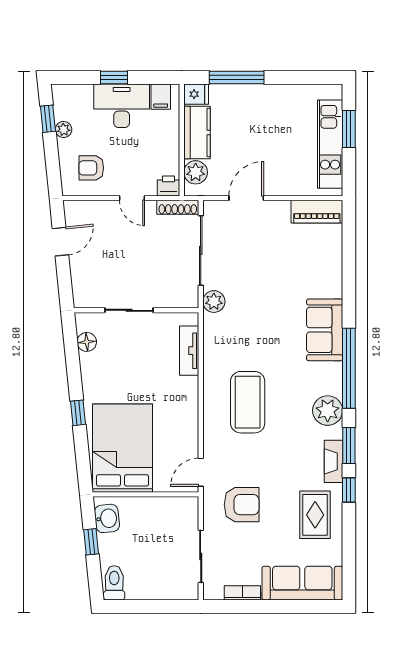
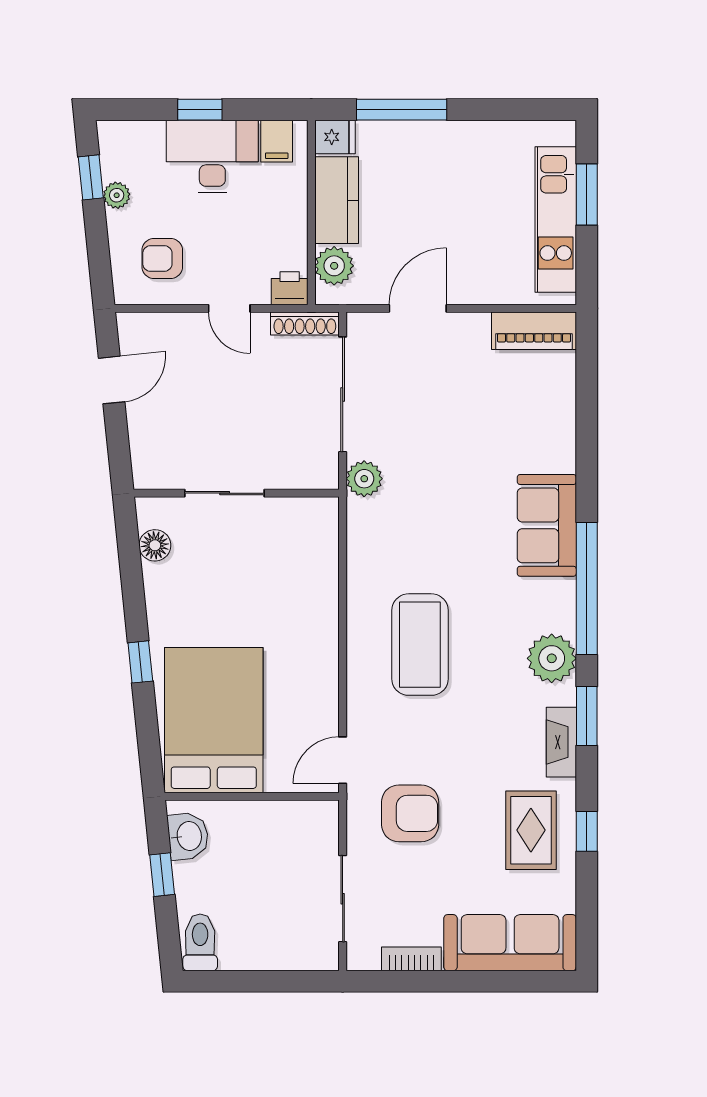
tv unit: (189, 351) -> (324, 560), removed
window: (349, 490) -> (587, 831), moved

